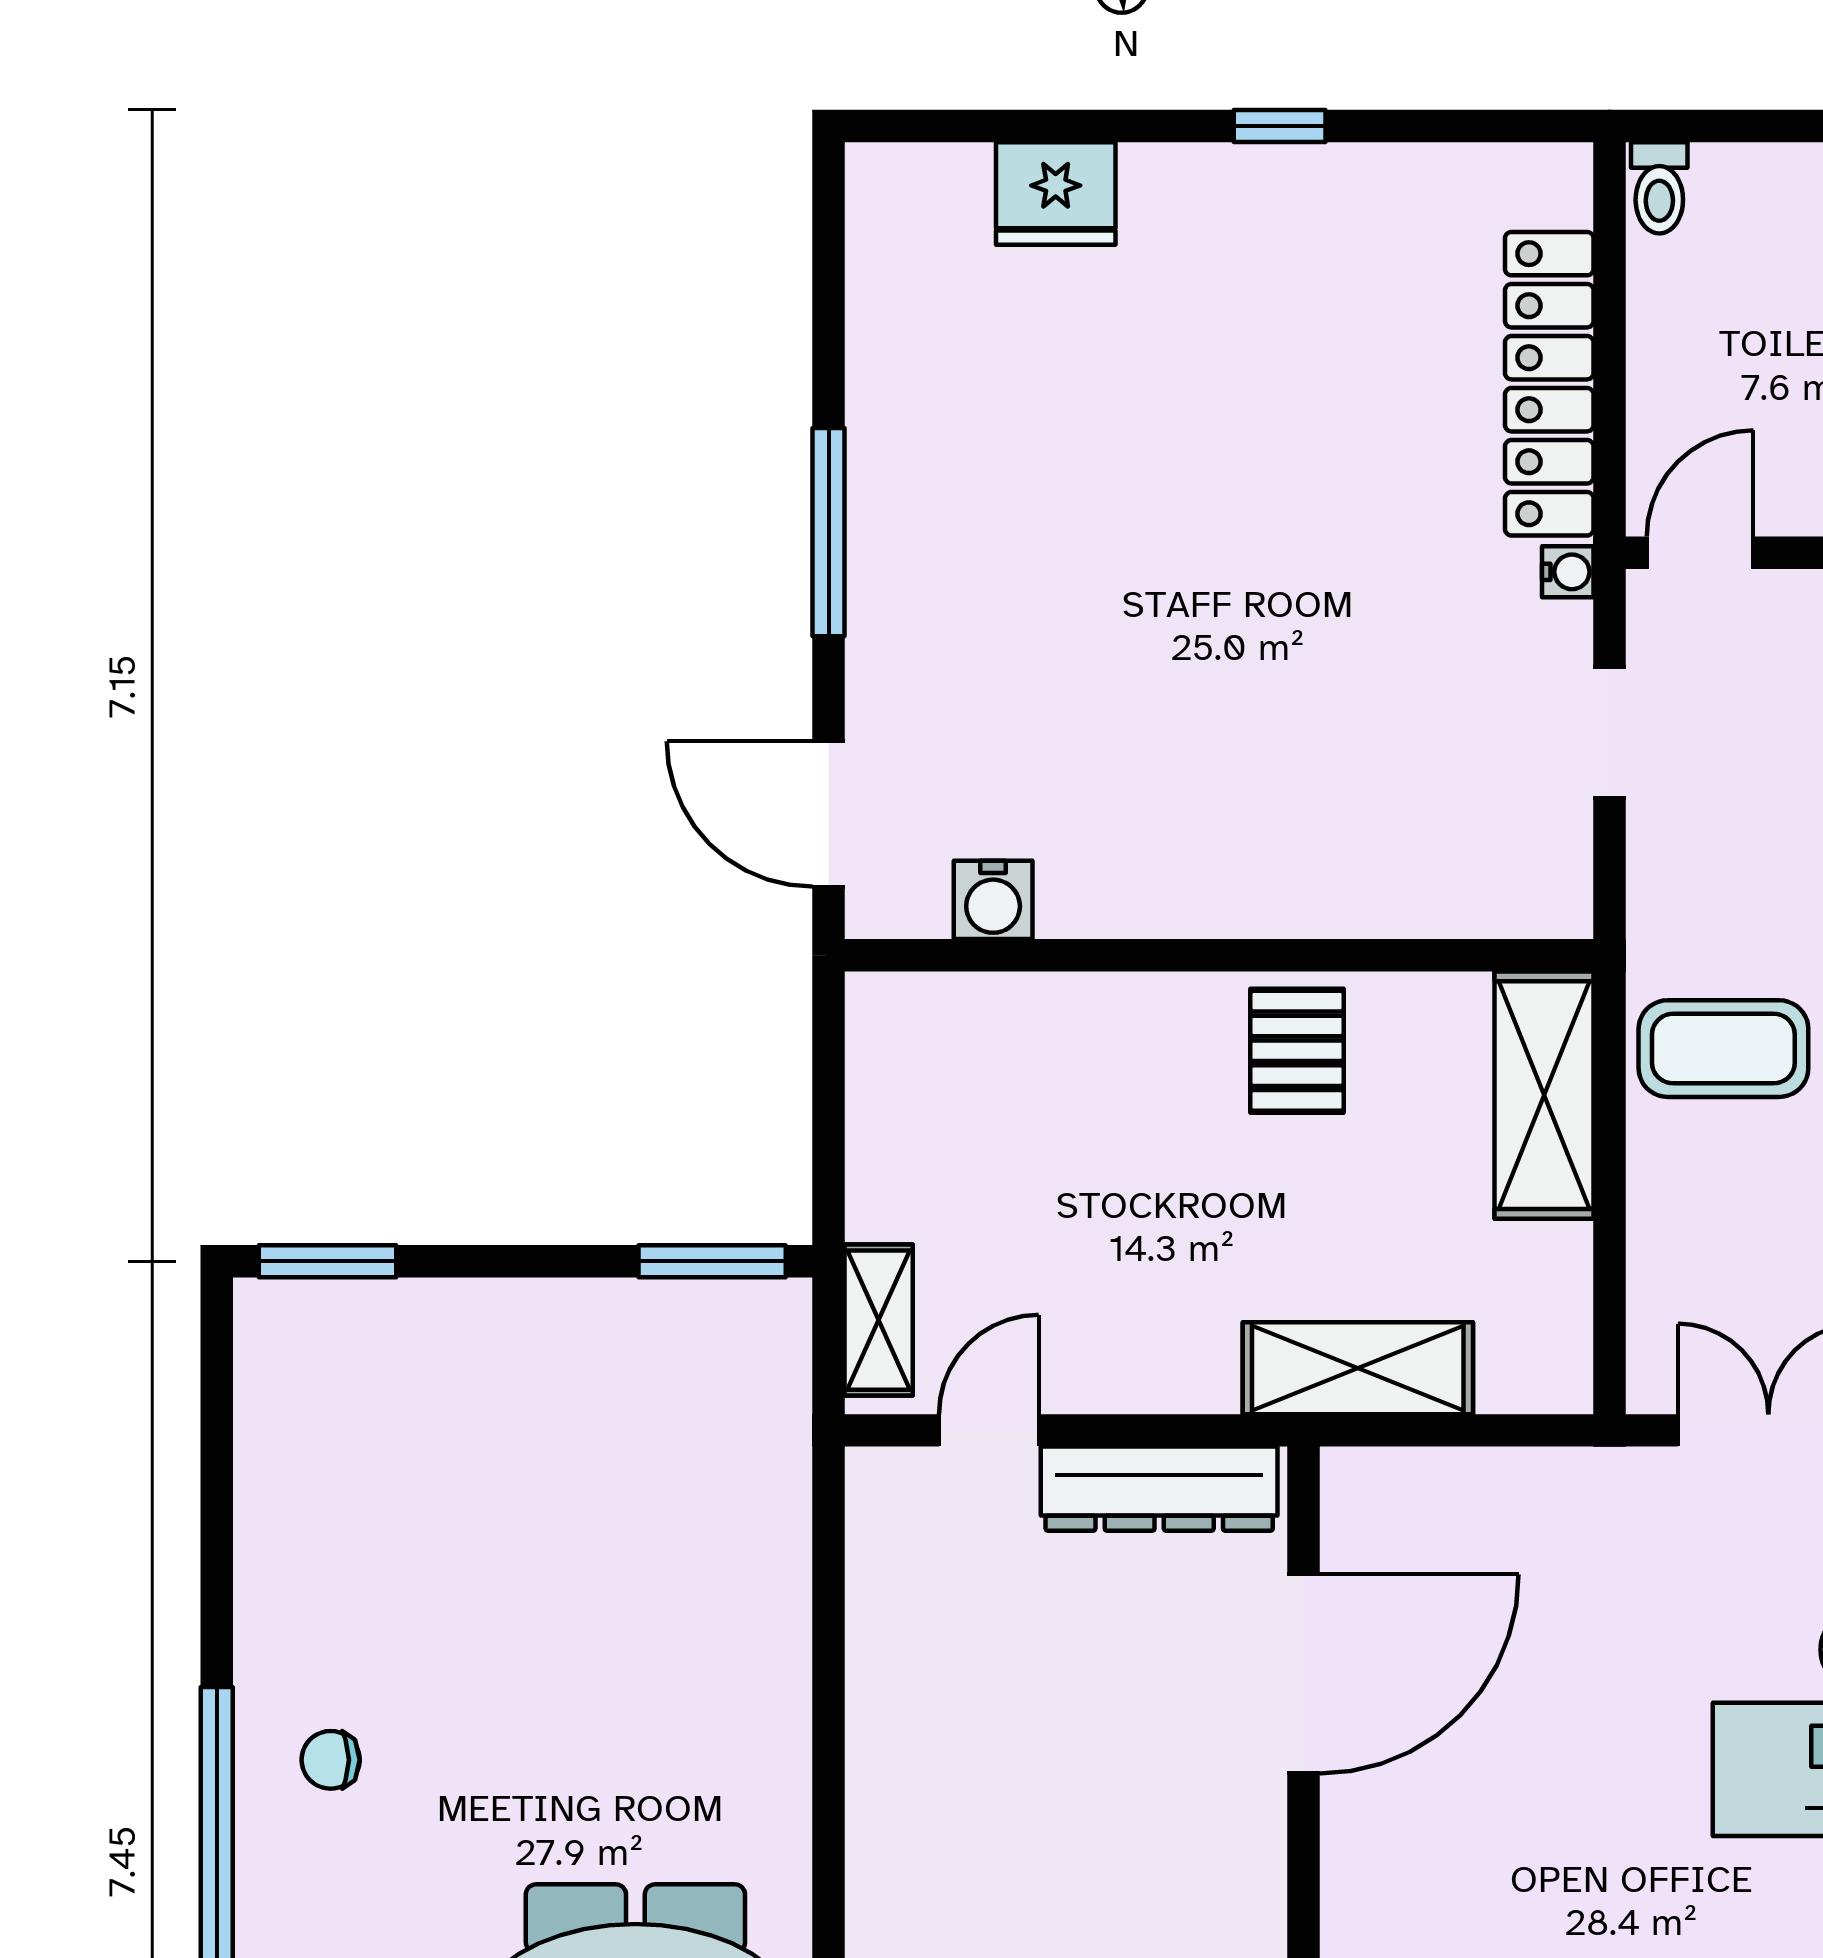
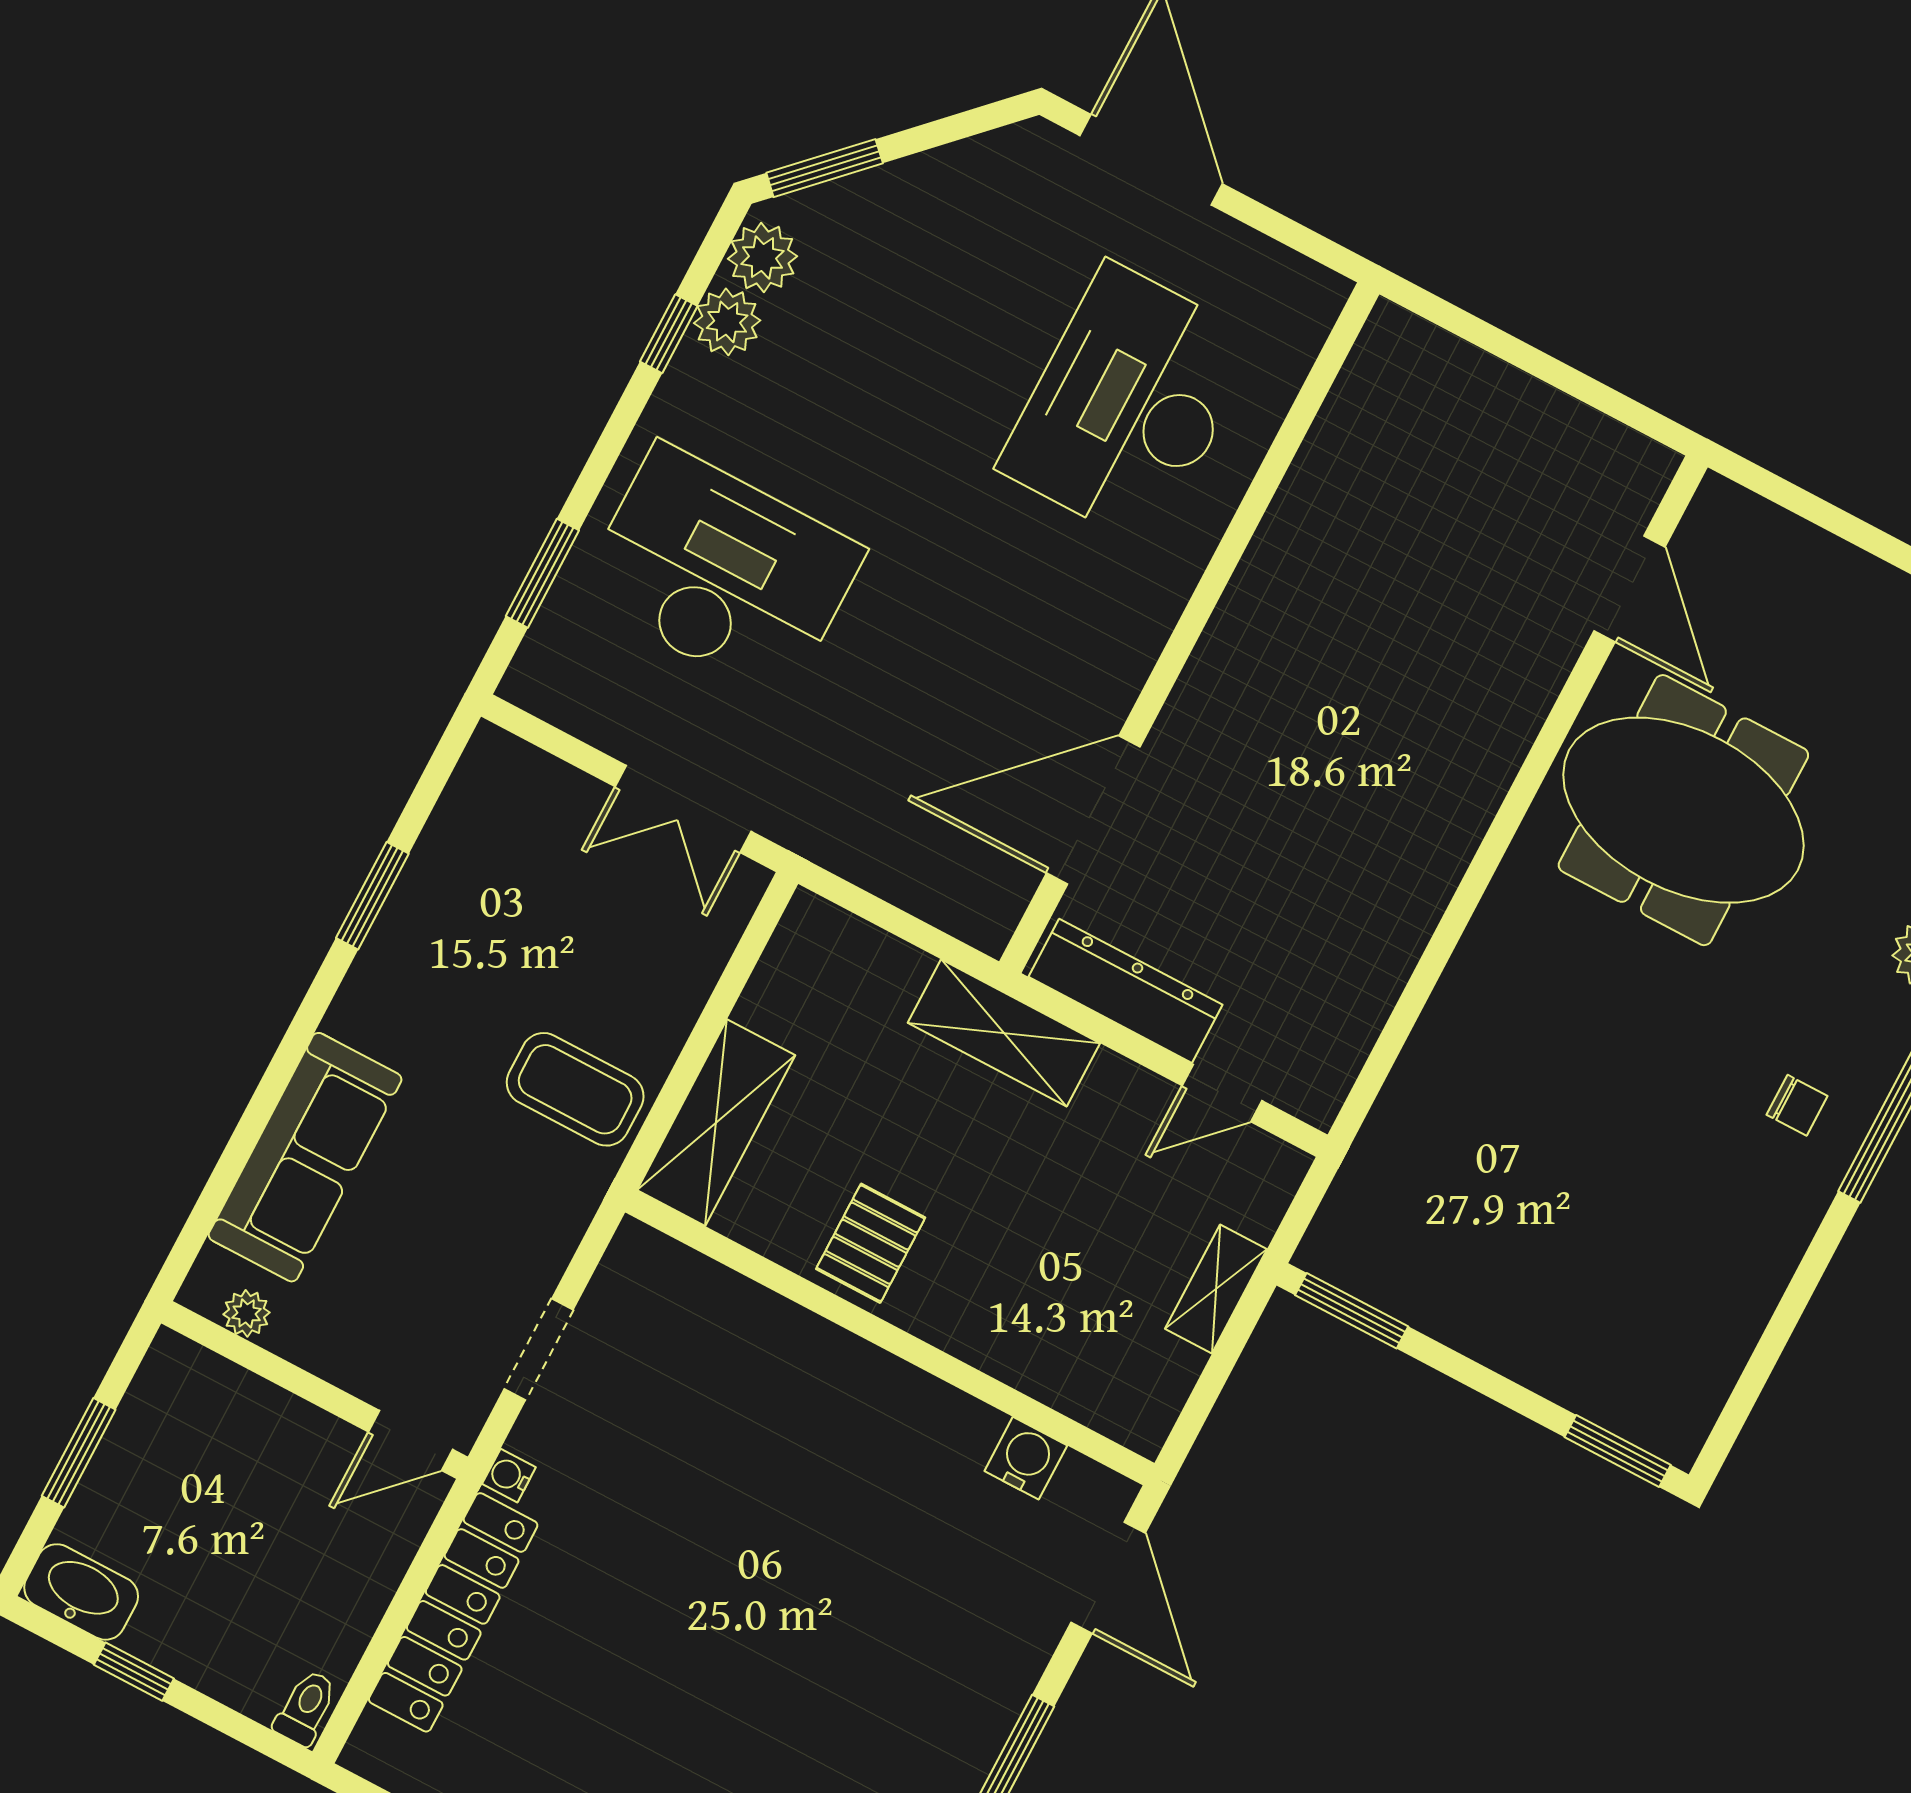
shelving: (879, 1320) -> (1216, 1289), moved
shelving: (1358, 1368) -> (1004, 1033), moved

